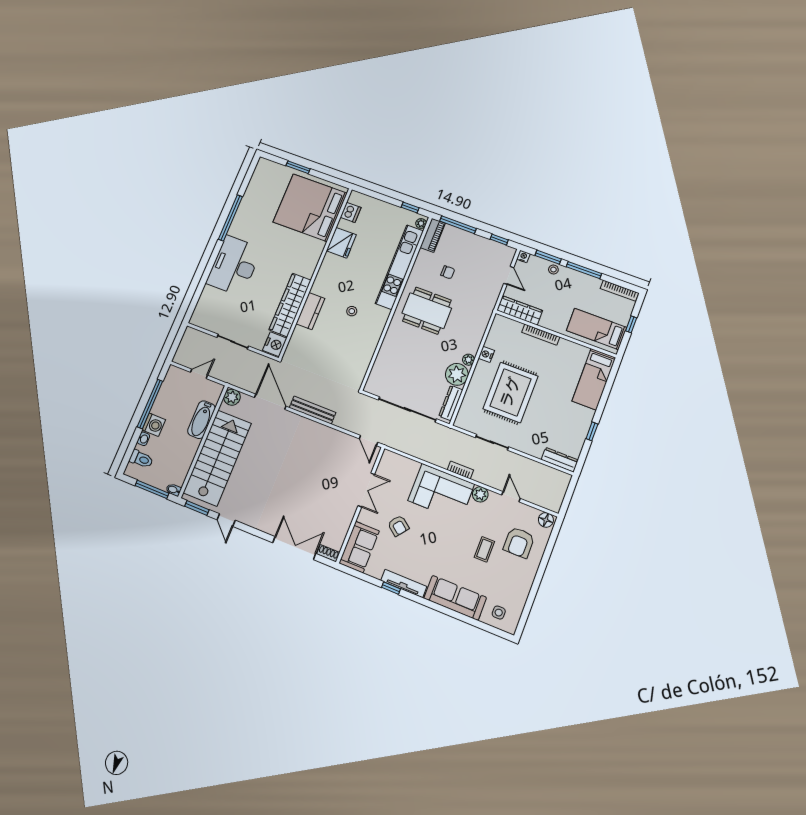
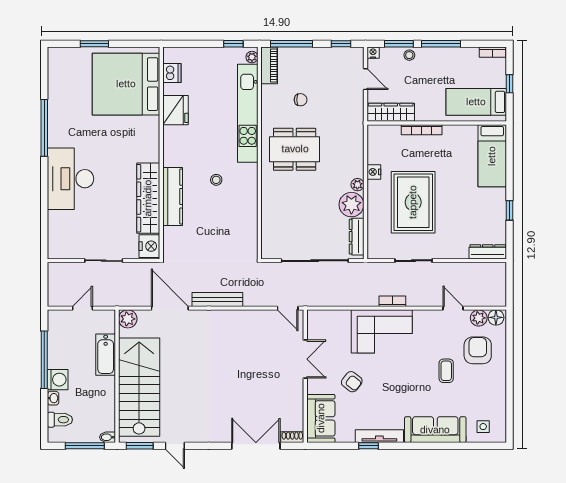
bookcase: (619, 291) -> (493, 52), width x0.64
kitchen counter: (310, 311) -> (173, 197), width x1.50
plant: (480, 494) -> (479, 318), moved
armchair: (519, 542) -> (478, 350), turned 180

